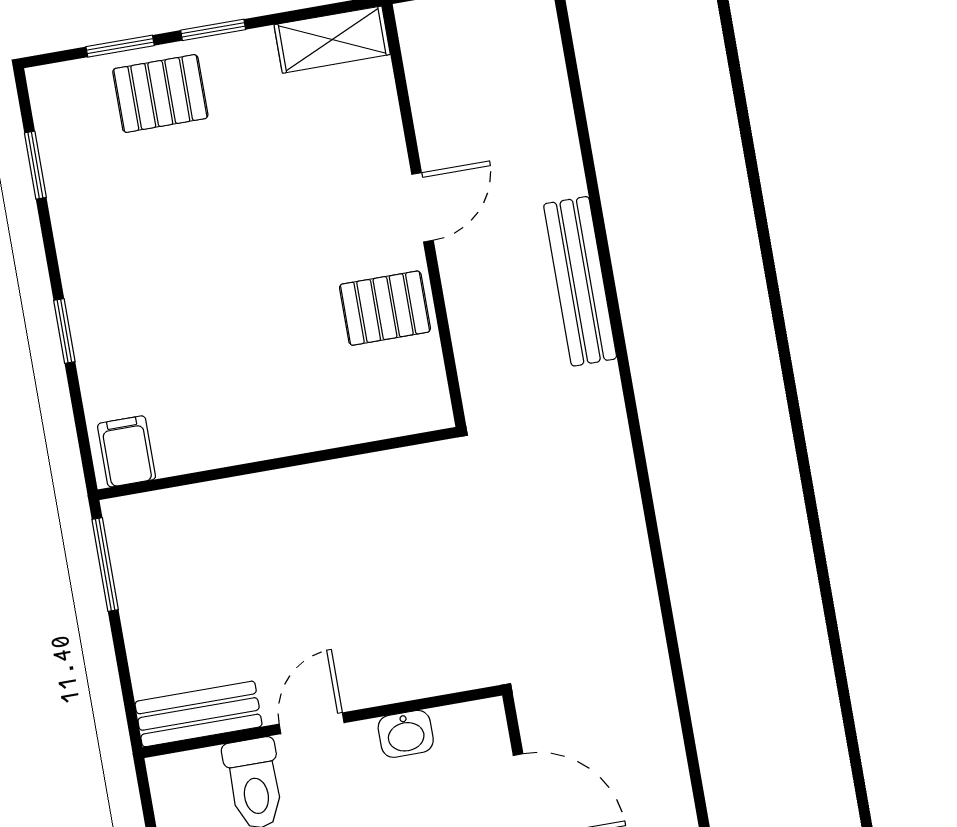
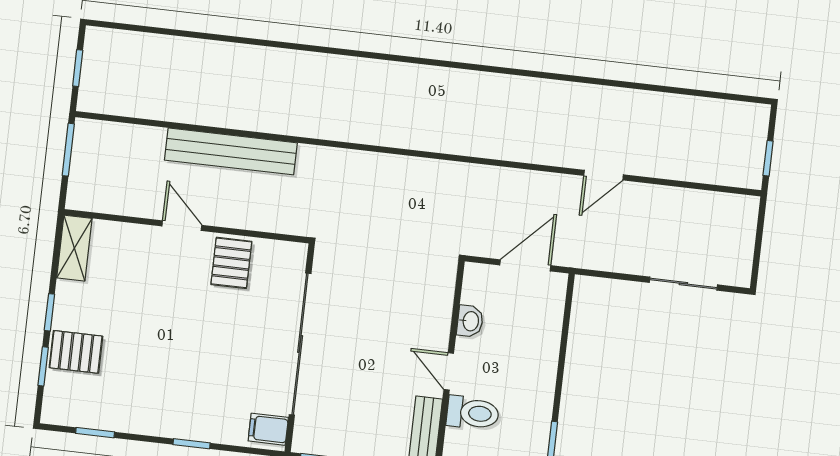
pallet: (160, 93) -> (76, 352), turned 90
bench: (580, 281) -> (231, 151), width x1.37, depth x1.21
sliding door: (284, 462) -> (300, 344), added

